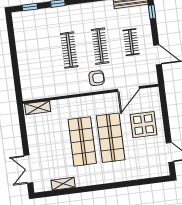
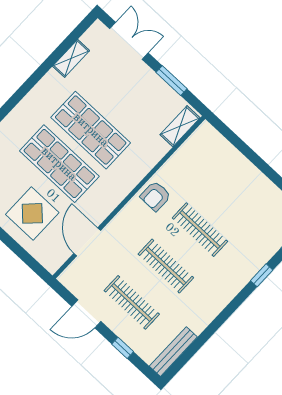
window: (152, 12) -> (123, 348), moved
clothes rail: (131, 42) -> (132, 302), width x1.36
armchair: (97, 78) -> (155, 196), moved
window: (24, 133) -> (171, 81), added

